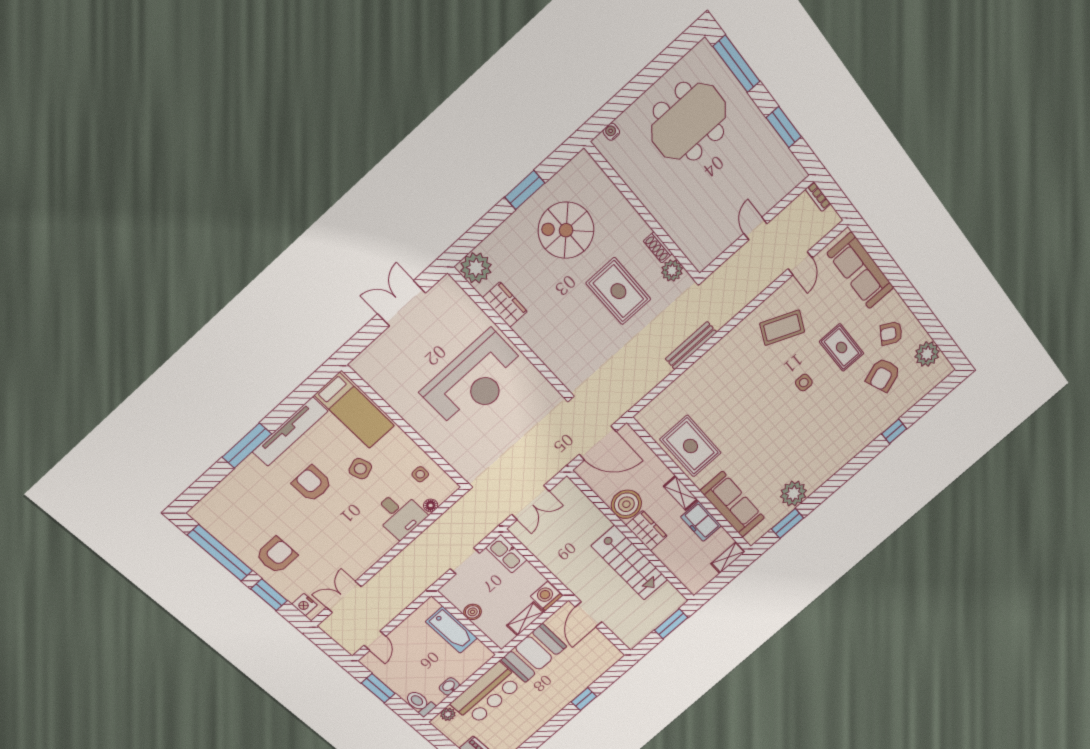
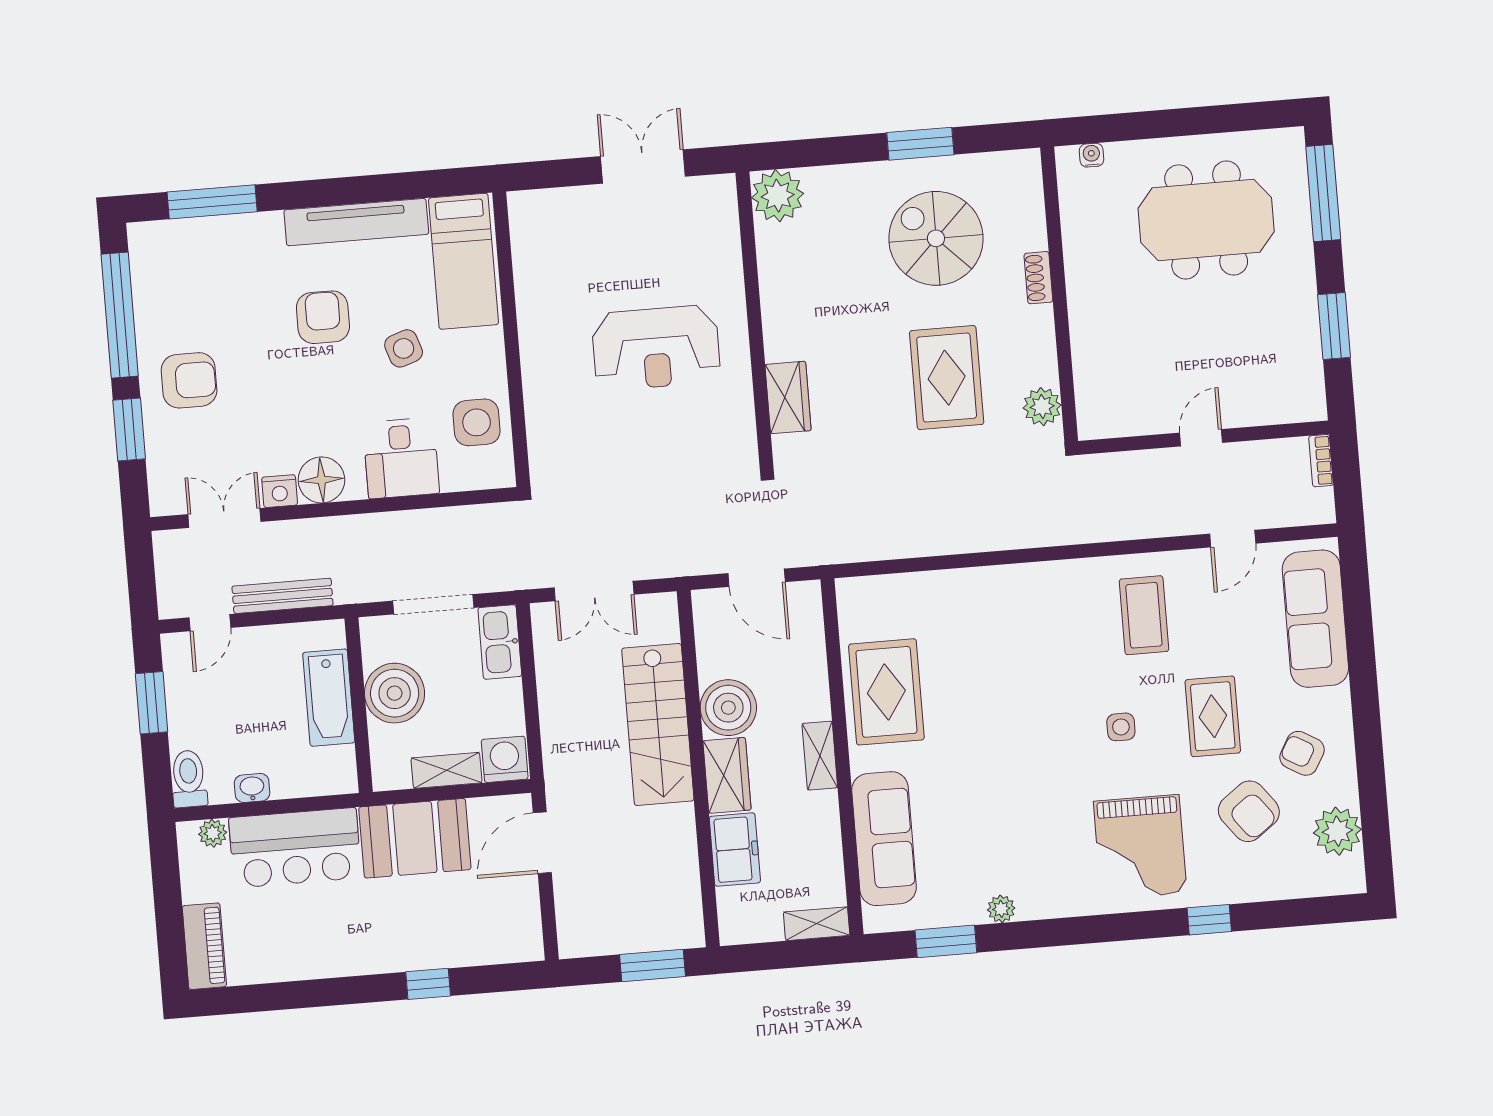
shoe rack: (658, 247) -> (1038, 278), moved
wardrobe: (505, 305) -> (788, 397), moved
coffee table: (782, 328) -> (1144, 615), turned 66
bench: (691, 346) -> (283, 596), moved
armchair: (883, 375) -> (1249, 811), turned -106
reception desk: (475, 380) -> (656, 348), width x0.74, depth x0.77
grand piano: (845, 425) -> (1140, 847), added
door: (598, 443) -> (757, 578), width x0.73
window: (247, 446) -> (212, 202), moved
side table: (420, 474) -> (477, 422), width x1.87, depth x1.87
plant: (793, 494) -> (1001, 909), width x0.53, depth x0.53
floor lamp: (431, 505) -> (321, 480), moved, width x1.89, depth x1.89
freezer: (701, 521) -> (735, 850), moved, turned 180
doorway: (465, 561) -> (433, 604), width x1.38
stairs: (630, 563) -> (658, 725), moved
nightstand: (305, 605) -> (280, 491), moved, turned -90
boiler: (473, 612) -> (395, 693), width x1.86, depth x1.86

